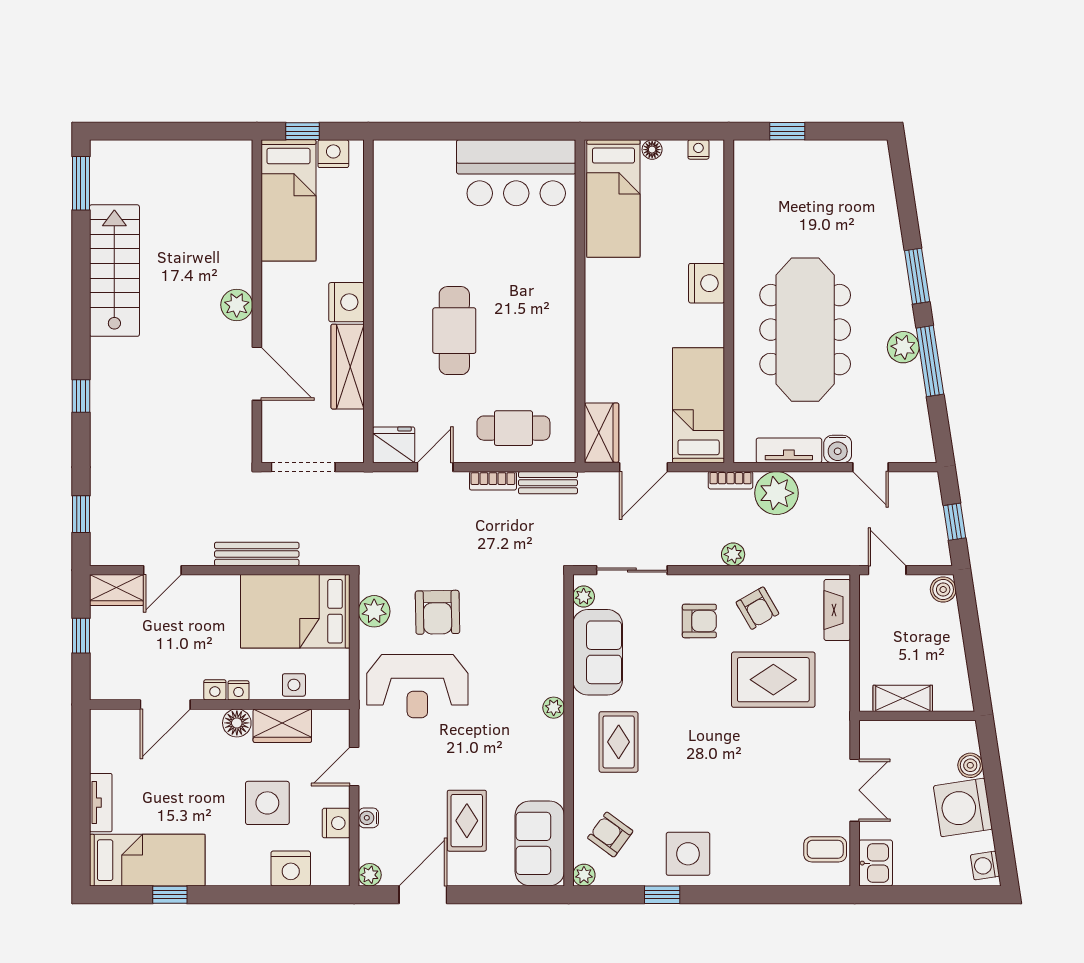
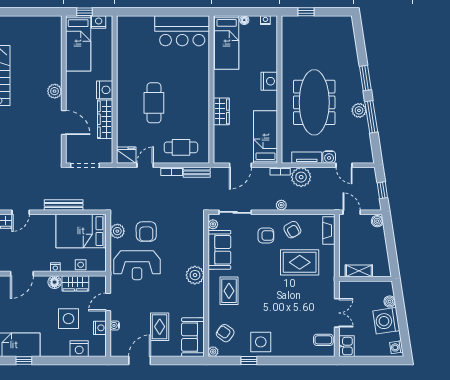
wardrobe: (602, 433) -> (221, 111), moved
nightstand: (215, 690) -> (45, 267), removed
plant: (554, 708) -> (195, 275), width x1.88, depth x1.88
plant: (370, 875) -> (115, 351), removed

